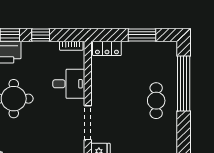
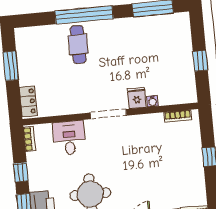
window: (184, 83) -> (84, 15), moved
cafe table: (156, 101) -> (78, 44), turned 90

